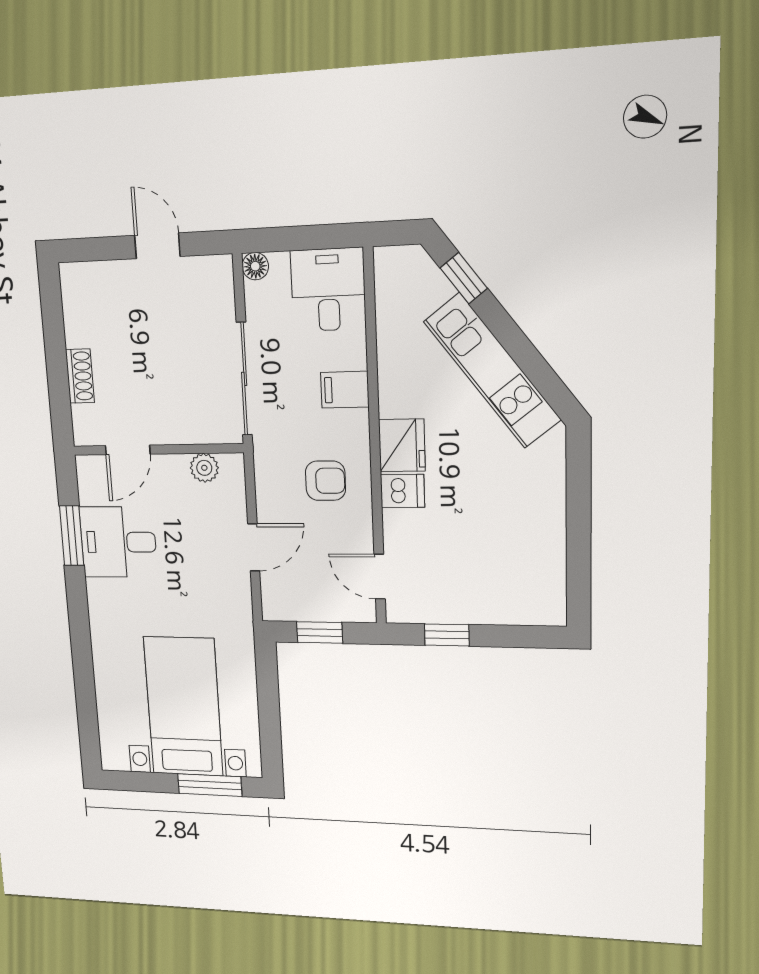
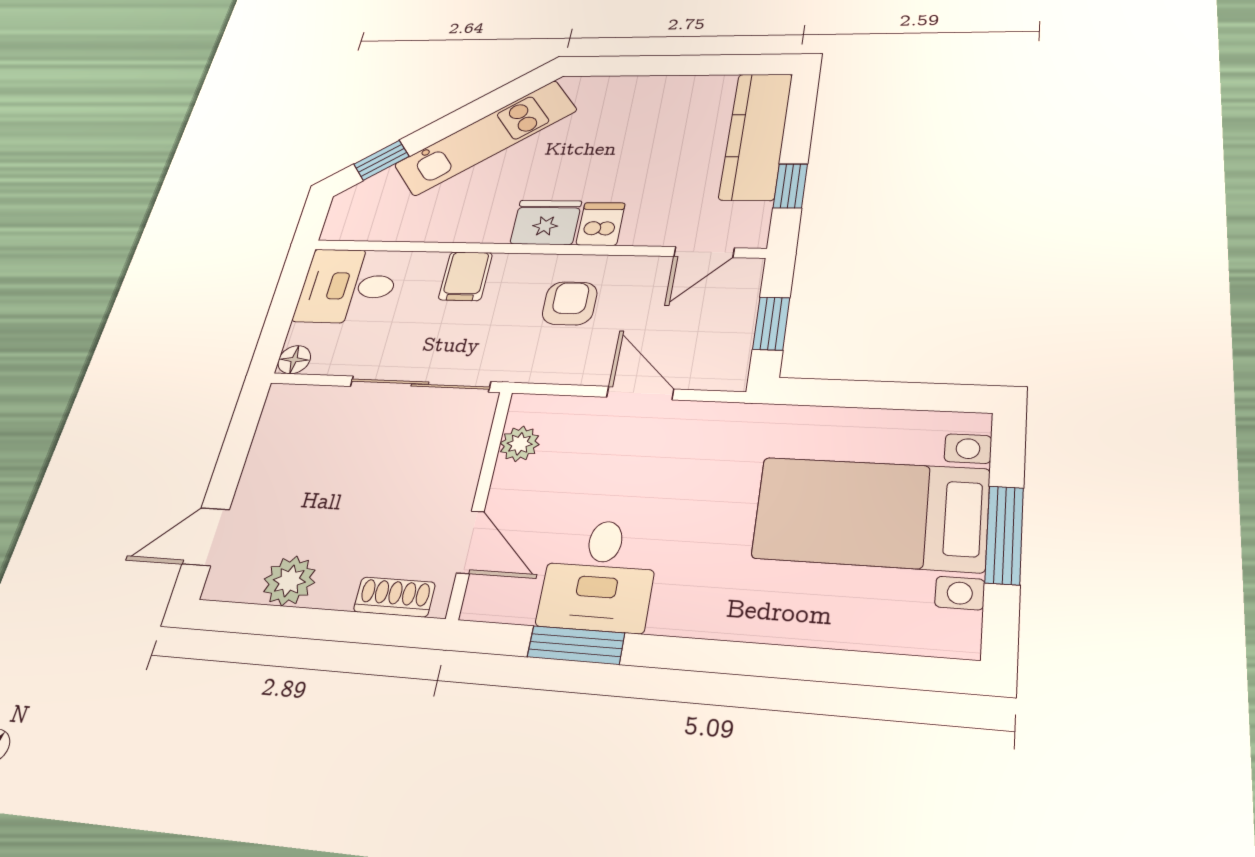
door: (157, 246) -> (206, 537), moved
plant: (82, 326) -> (289, 581), added
shoe rack: (80, 376) -> (394, 597), moved
kitchen counter: (498, 604) -> (756, 136), added
window: (210, 785) -> (1004, 535), moved

